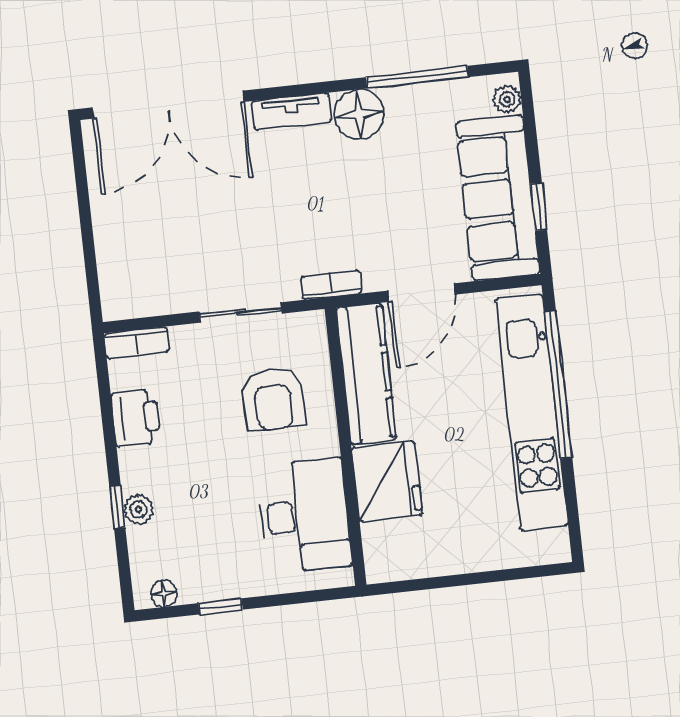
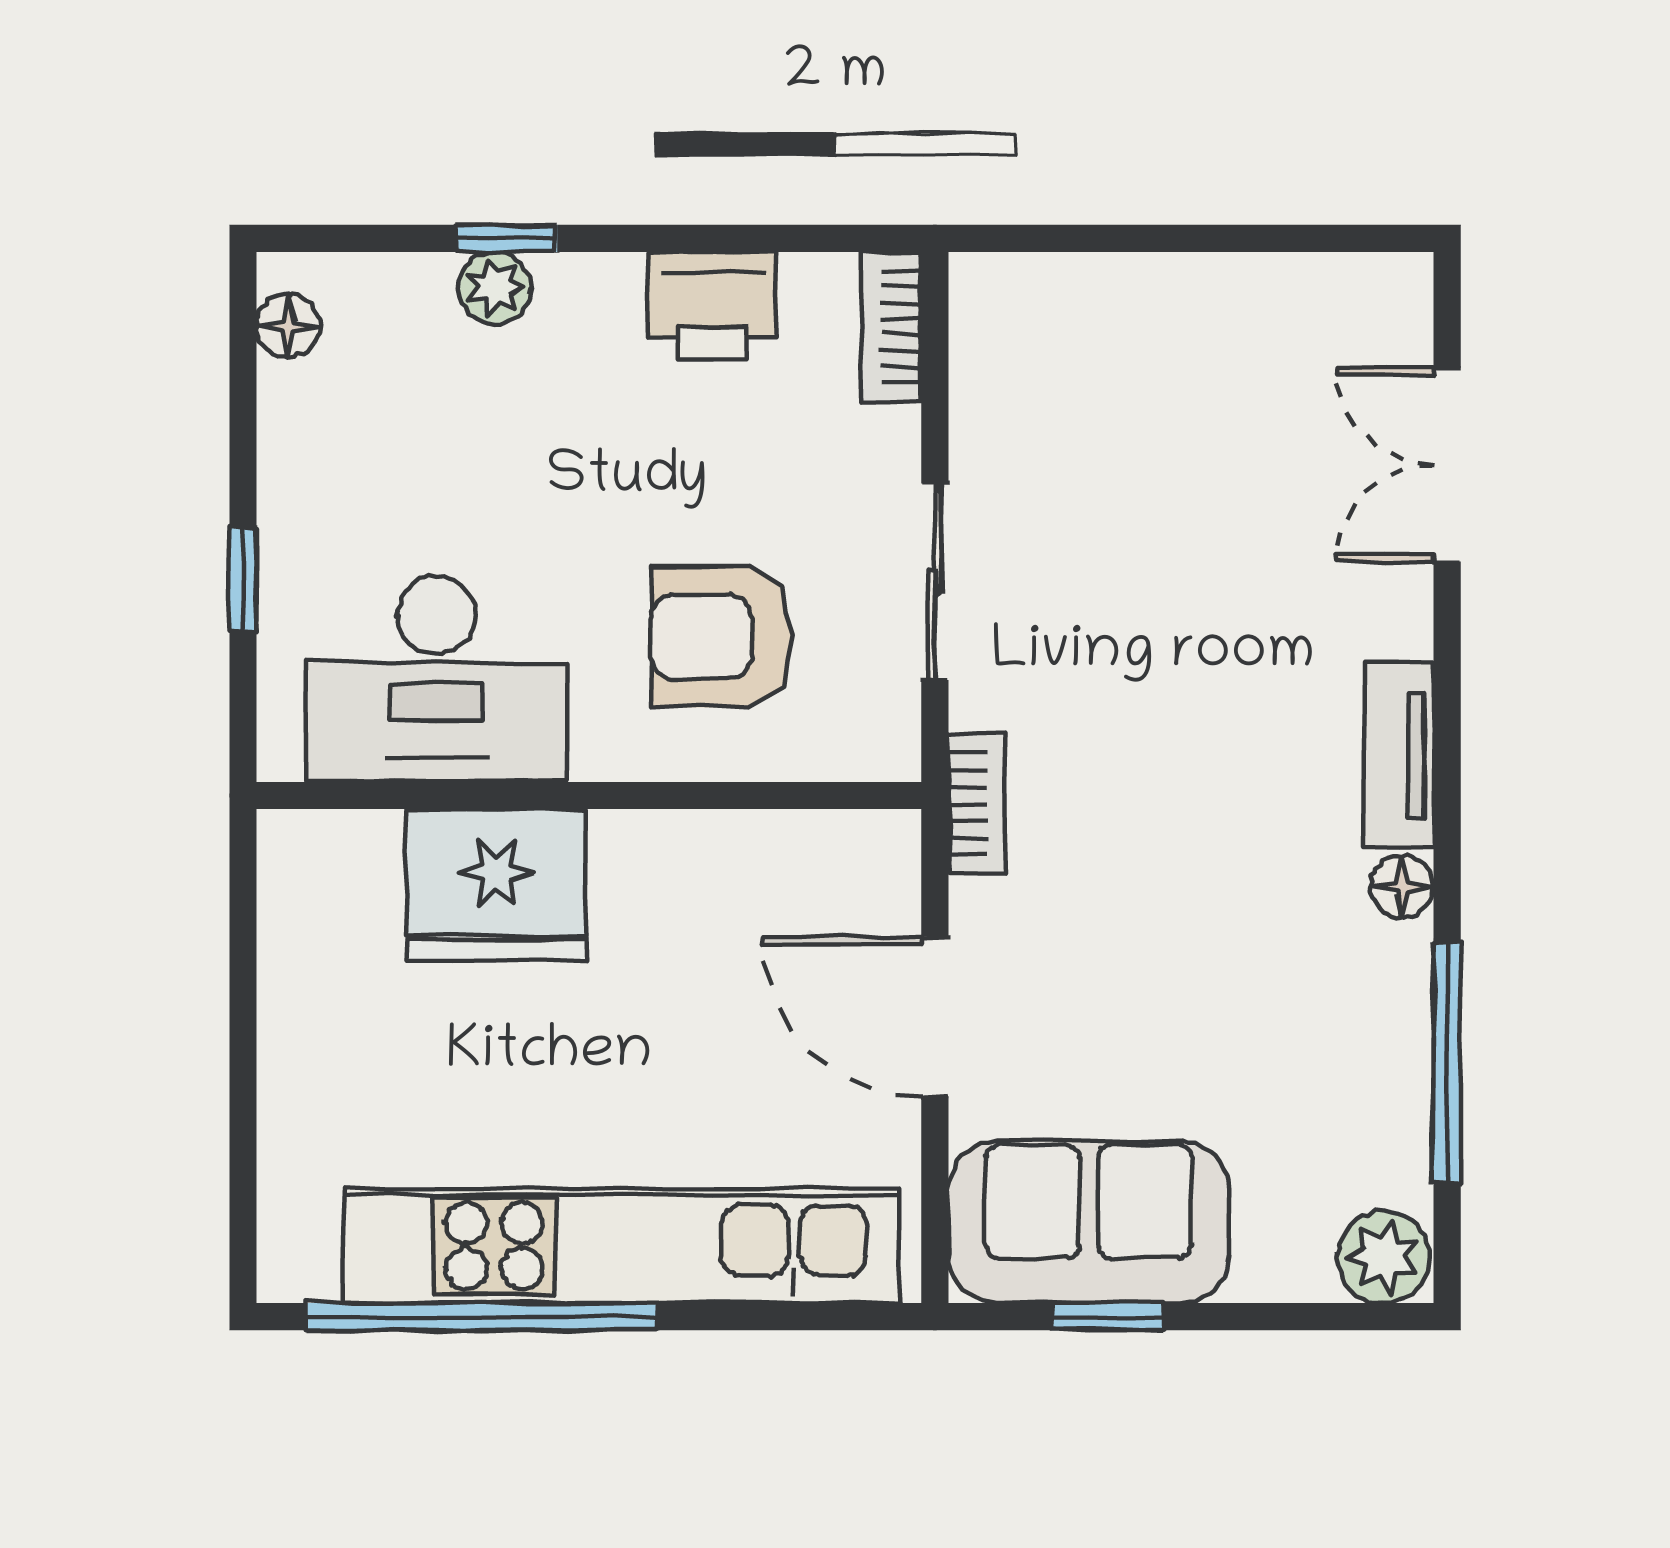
plant: (507, 99) -> (1384, 1257), width x1.38, depth x1.38
double door: (168, 105) -> (1447, 465), width x0.54
floor lamp: (359, 114) -> (1402, 887), width x0.53, depth x0.53
sofa: (498, 198) -> (1089, 1222), width x0.73
kitchen counter: (366, 374) -> (757, 864), removed
window: (558, 385) -> (482, 1317), moved
window: (220, 606) -> (243, 580), moved

